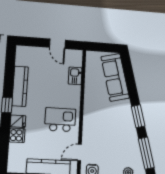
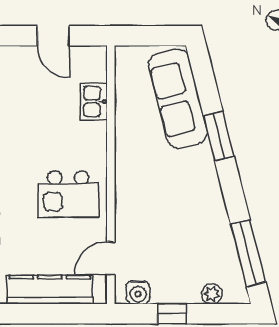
window: (138, 116) -> (219, 136), moved
kitchen island: (60, 120) -> (68, 194), turned 180

